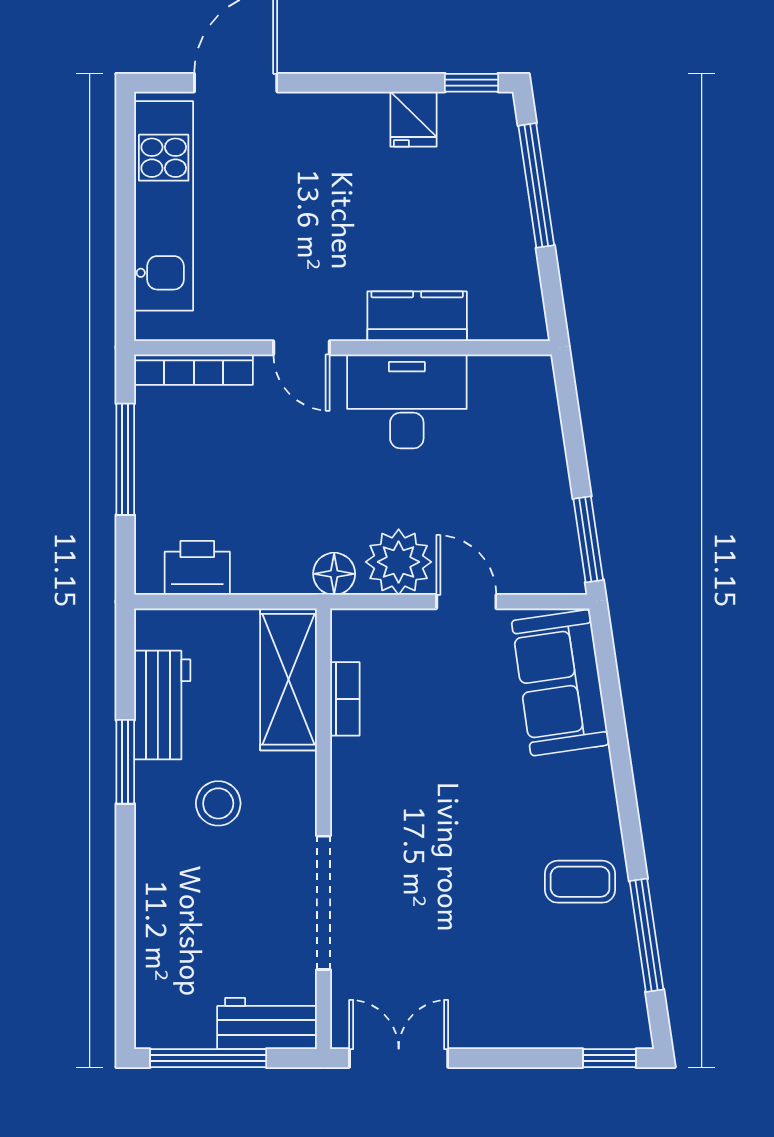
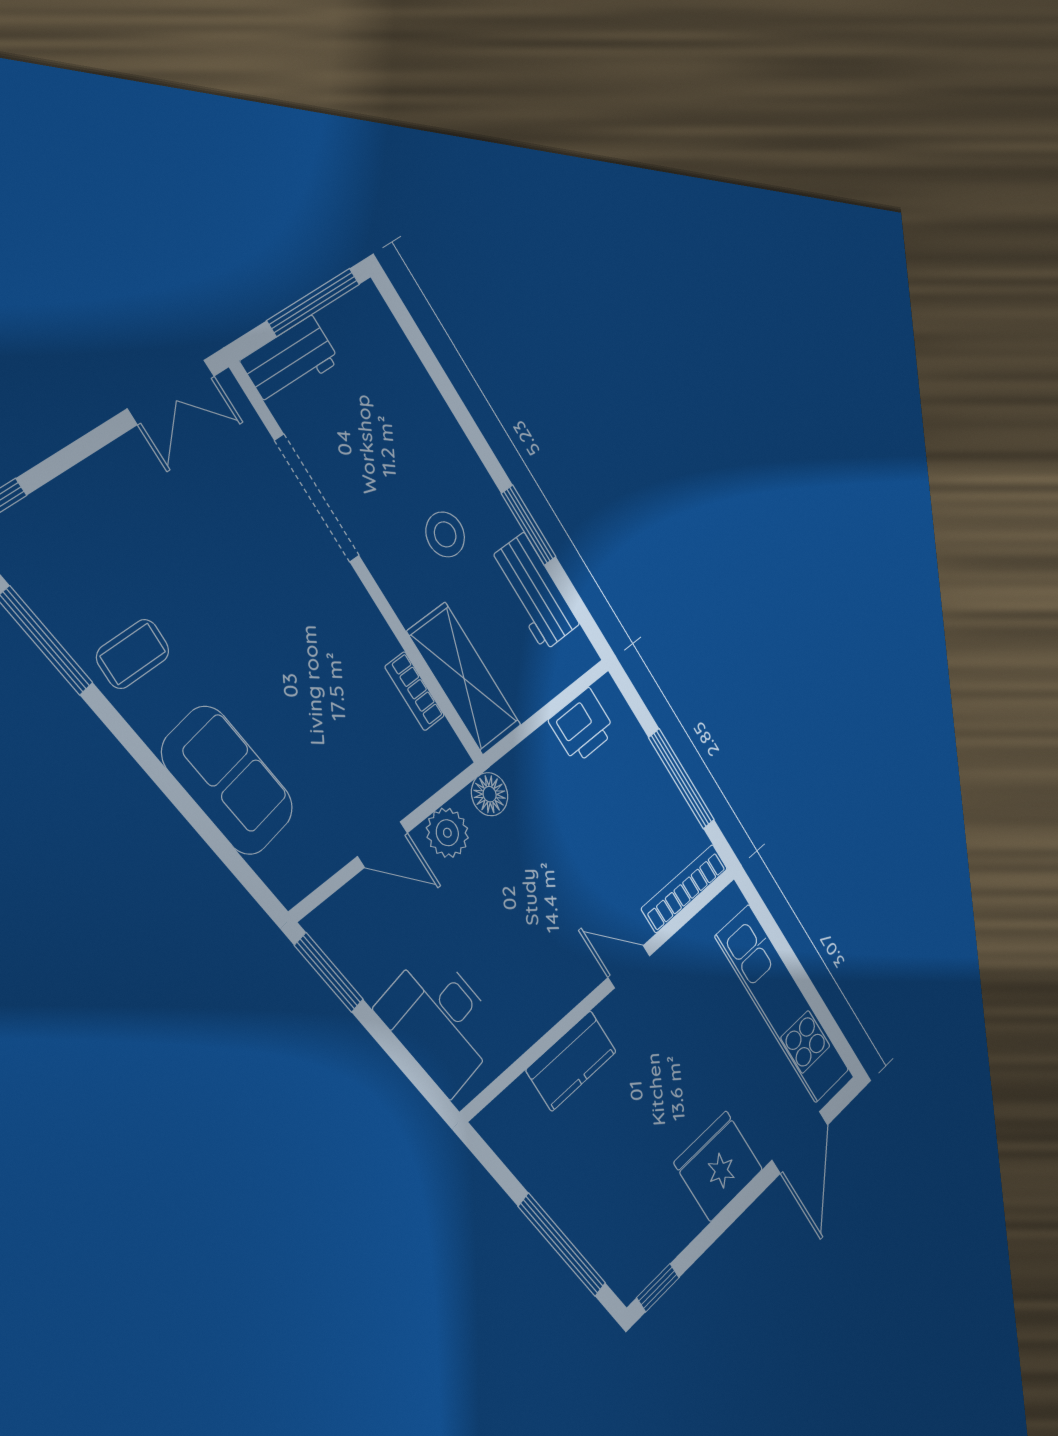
fridge: (413, 119) -> (718, 1166), moved, width x1.88, depth x1.34
desk: (407, 401) -> (440, 1021), moved, turned 82
plant: (399, 562) -> (447, 833), width x0.73, depth x0.73
sofa: (560, 683) -> (228, 780), moved

